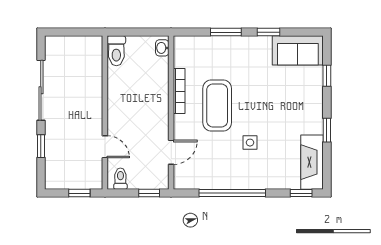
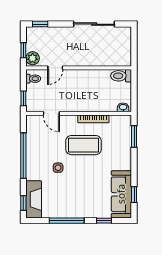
window: (226, 32) -> (134, 137), moved
window: (268, 32) -> (134, 195), moved
sofa: (298, 50) -> (121, 194), width x1.36
window: (327, 130) -> (67, 221), width x2.17
window: (41, 146) -> (40, 24), moved
fireplace: (312, 162) -> (34, 199), moved, turned 90
plant: (91, 180) -> (33, 58), added

